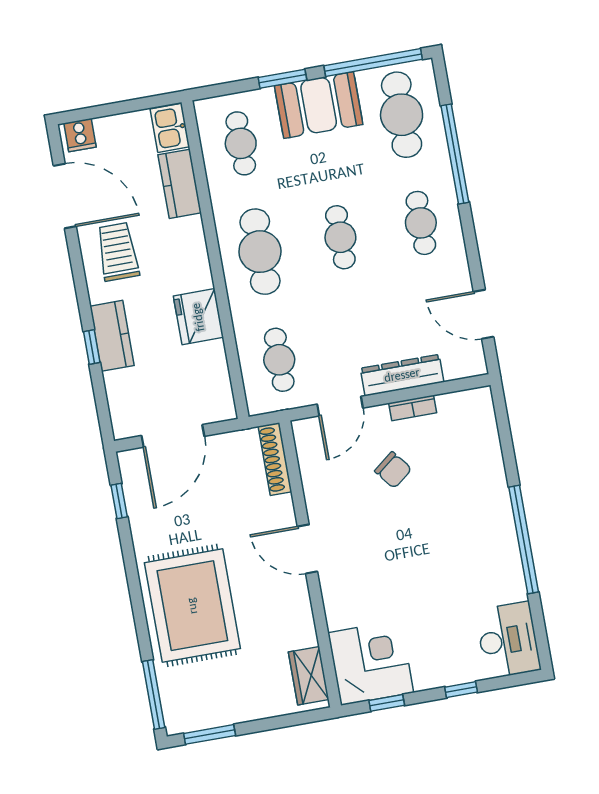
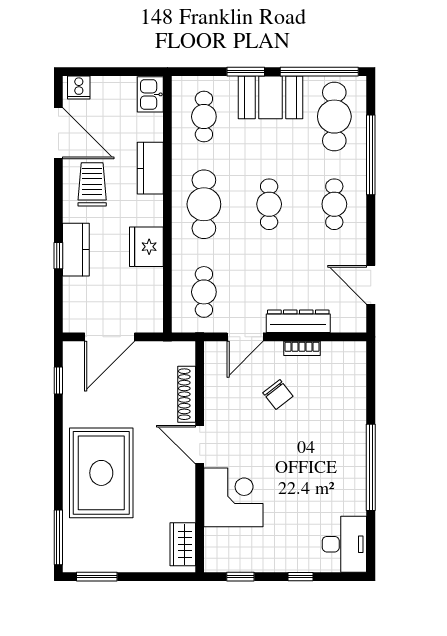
kitchen counter: (180, 184) -> (150, 168), moved
shoe rack: (275, 459) -> (187, 394), moved
corner desk: (371, 663) -> (233, 497), moved

